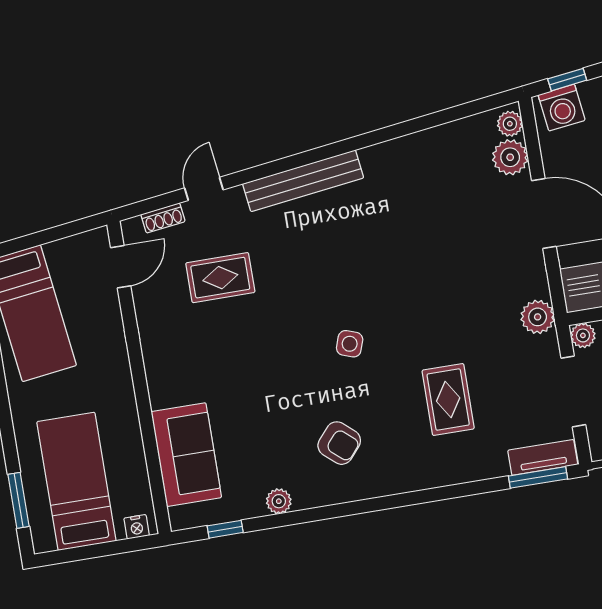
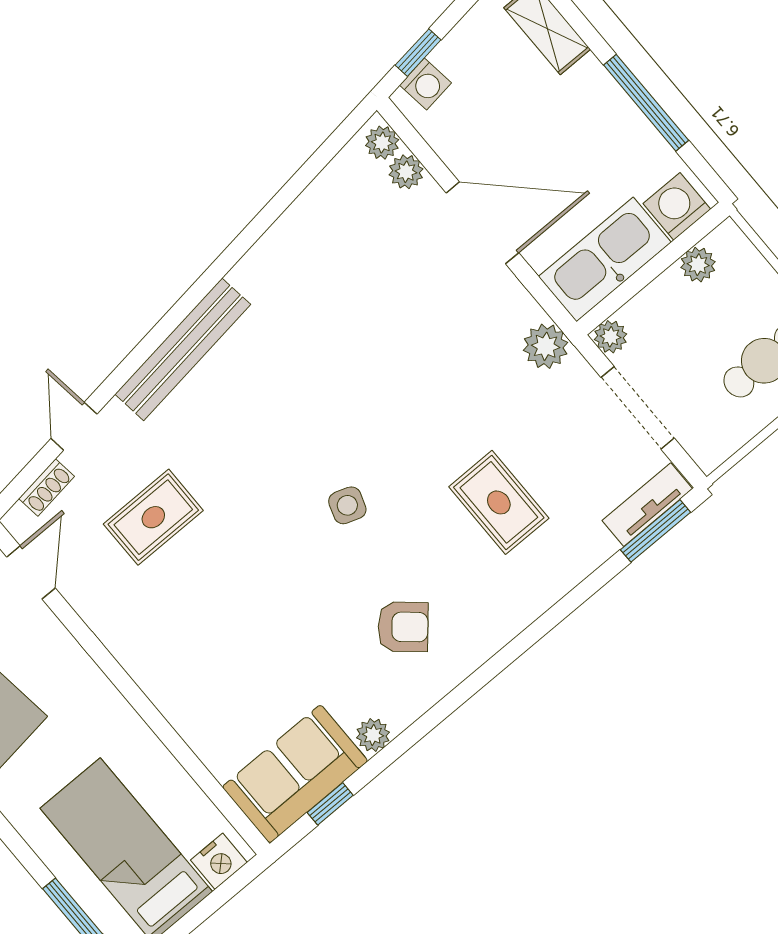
washing machine: (562, 108) -> (425, 84), width x0.73, depth x0.73
plant: (510, 157) -> (406, 172), width x0.73, depth x0.73
sofa: (186, 455) -> (295, 774), moved, turned -90
nightstand: (137, 527) -> (219, 861), width x1.39, depth x1.35

